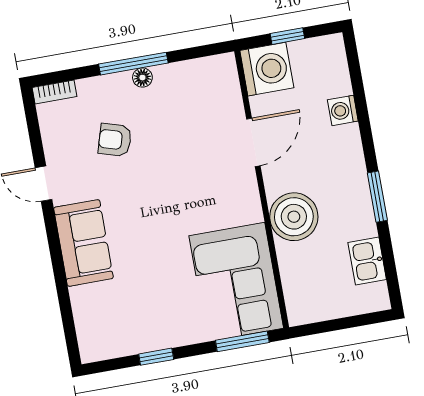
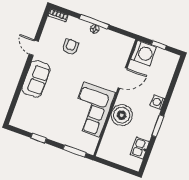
washing machine: (343, 110) -> (157, 102), moved
armchair: (115, 140) -> (70, 47), turned 73
corner sofa: (236, 282) -> (92, 110), moved

